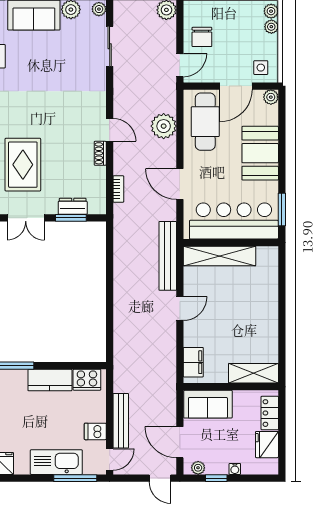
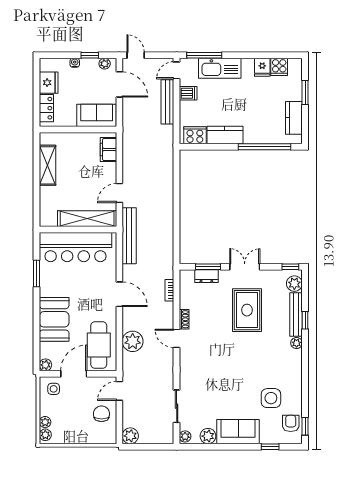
bar counter: (234, 221) -> (75, 247), moved
wall: (231, 243) -> (78, 230), moved
shelving: (220, 256) -> (87, 219), moved
shelving: (253, 373) -> (47, 165), moved, turned 90

